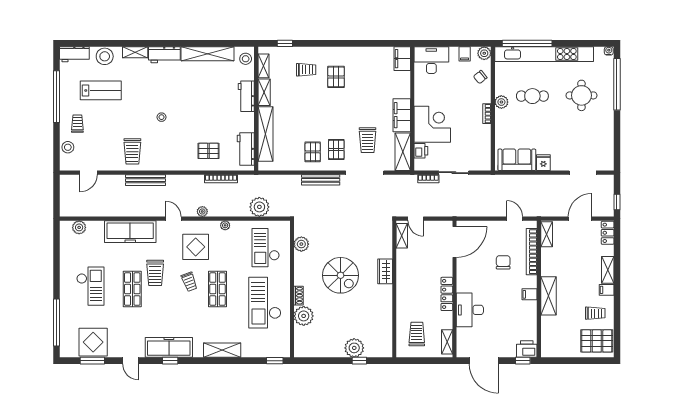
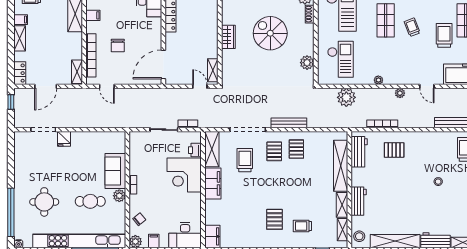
sofa: (517, 160) -> (115, 171), moved, turned 90
fridge: (543, 163) -> (64, 139), moved
display table: (196, 247) -> (406, 60), removed

